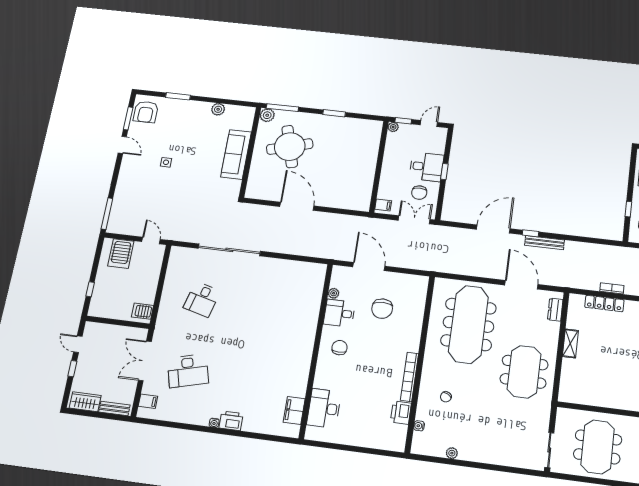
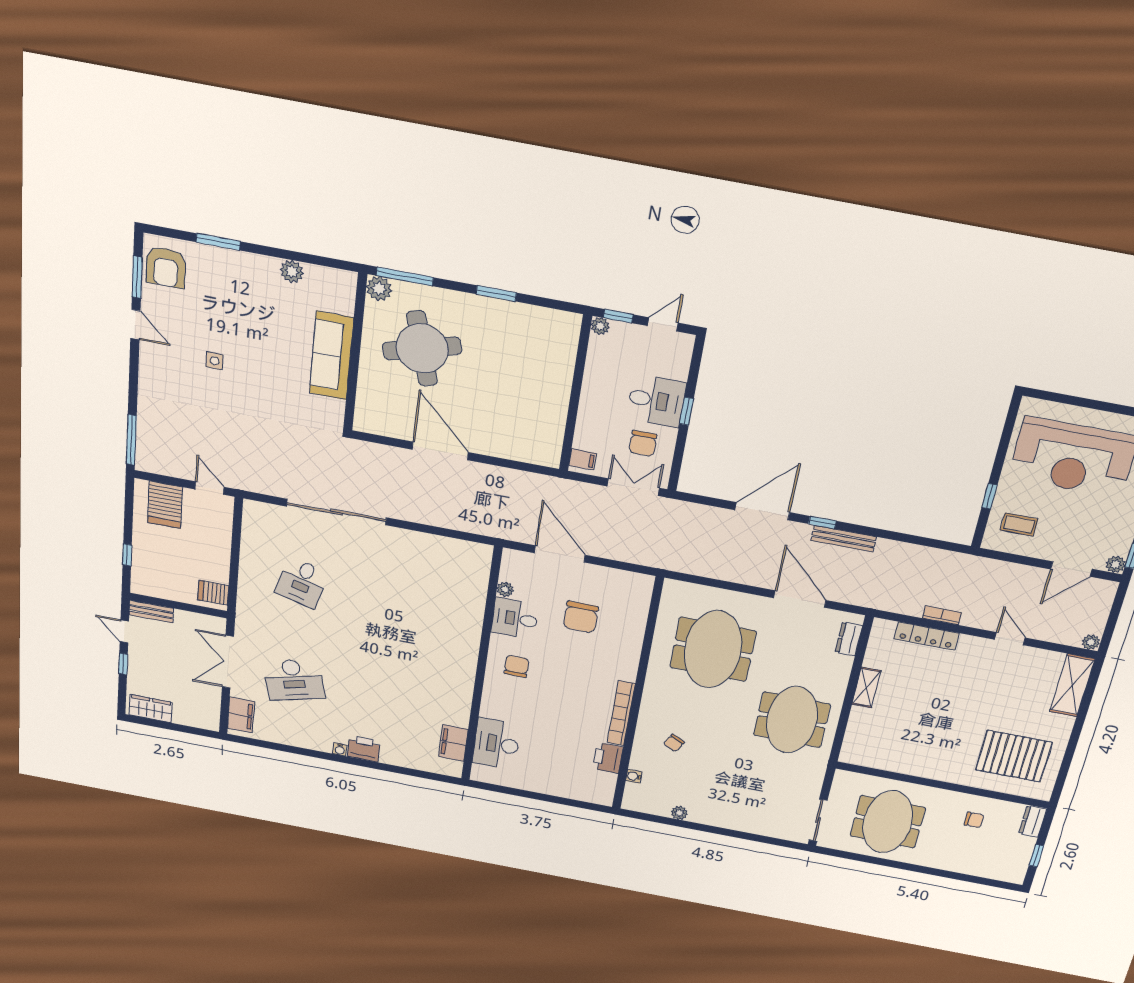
meeting table: (468, 324) -> (713, 649), width x0.73
filing cabinet: (148, 401) -> (241, 715), width x2.00
bench: (114, 408) -> (151, 612), moved

